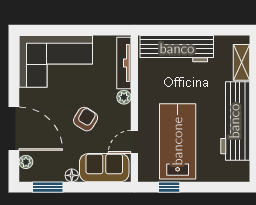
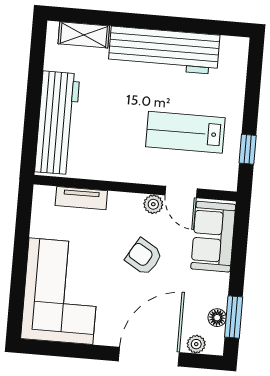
tv unit: (124, 63) -> (81, 198), width x0.71
plant: (124, 97) -> (153, 204), moved
lab bench: (178, 141) -> (185, 132), width x0.73, depth x0.72
floor lamp: (72, 175) -> (217, 318), moved

